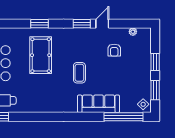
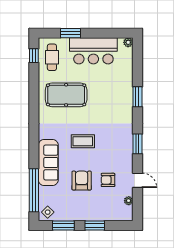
door: (102, 24) -> (137, 180), moved
pool table: (41, 55) -> (66, 95), moved
armchair: (115, 74) -> (82, 181), added

